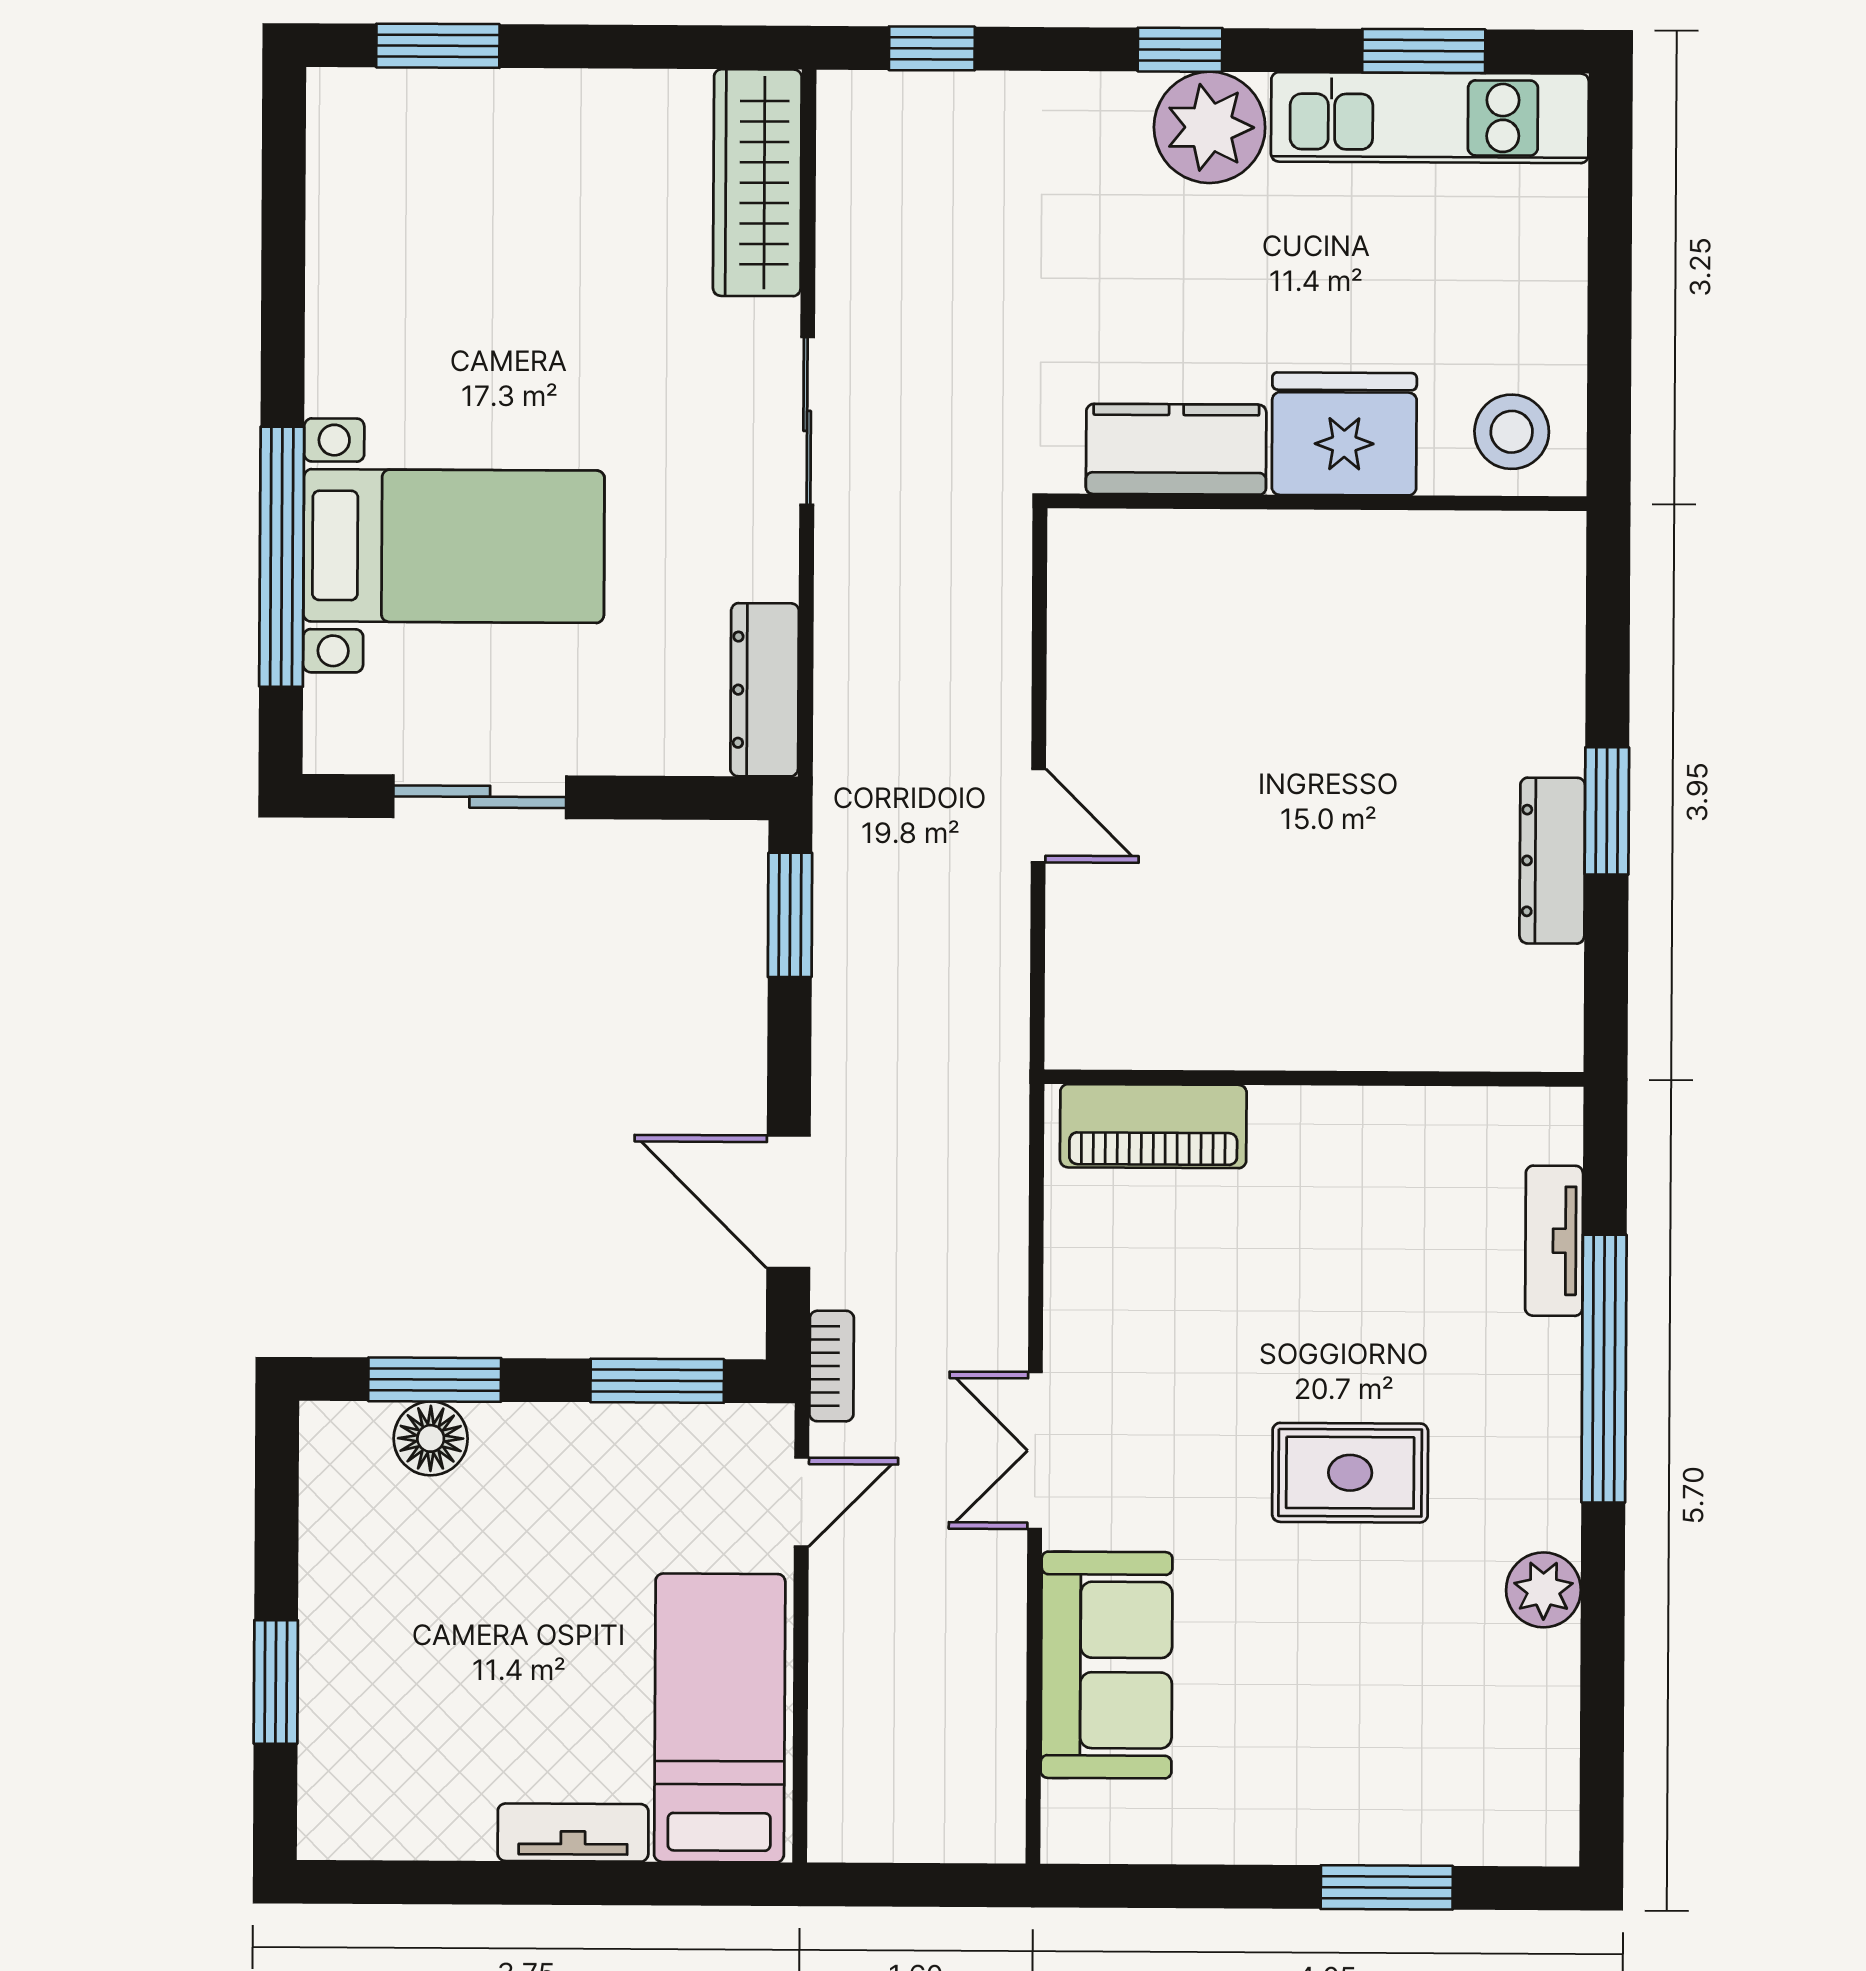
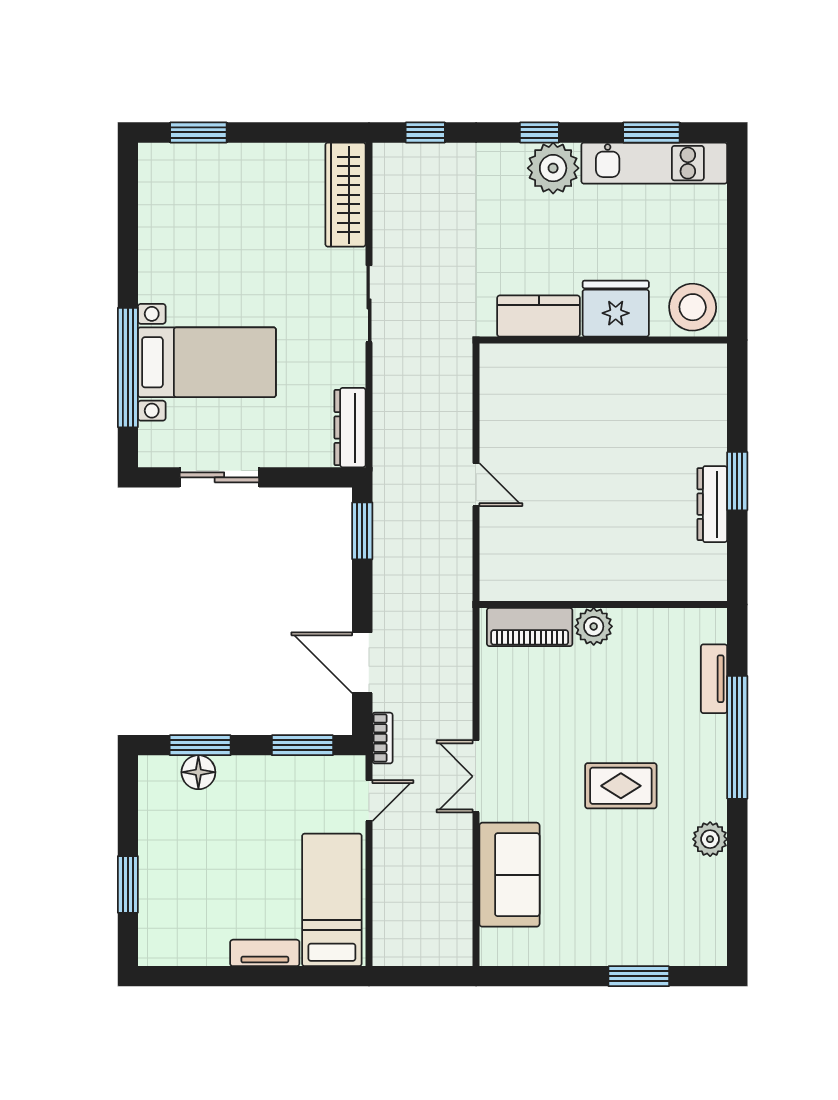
stool: (1512, 432) -> (693, 307), width x1.38, depth x1.38
plant: (1293, 1126) -> (594, 626), added

